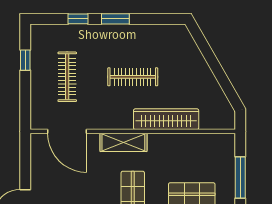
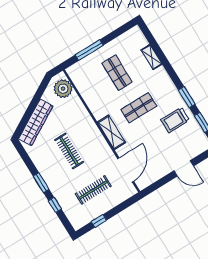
plant: (213, 116) -> (63, 89), added
wardrobe: (166, 119) -> (36, 122), moved, turned -120

